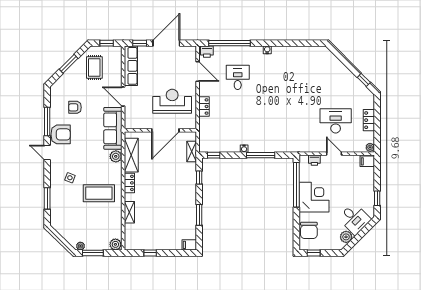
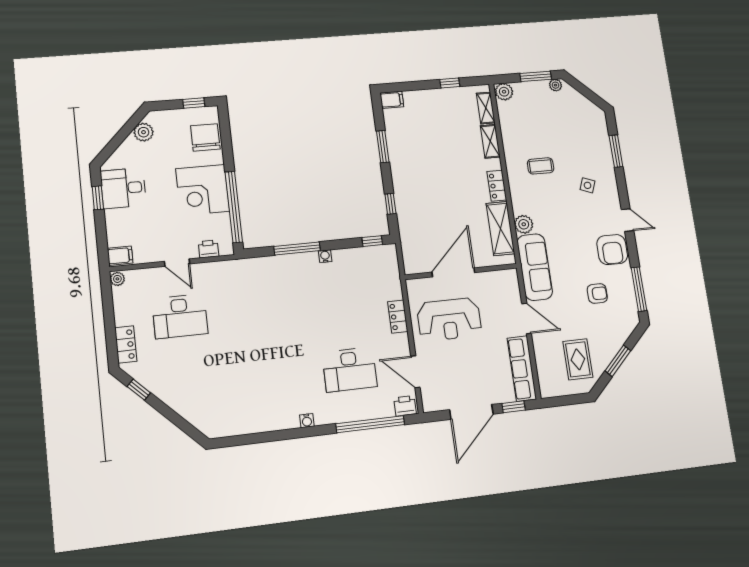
window: (107, 43) -> (565, 400), removed
desk: (238, 77) -> (350, 370), width x1.37
locker: (369, 120) -> (126, 345), moved
window: (47, 121) -> (639, 289), moved
armchair: (61, 134) -> (612, 250), turned -90
shelving: (192, 151) -> (486, 108), moved
coffee table: (99, 193) -> (541, 166), width x0.54, depth x0.58
desk: (354, 219) -> (123, 188), moved, turned -45

